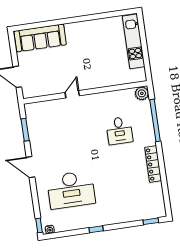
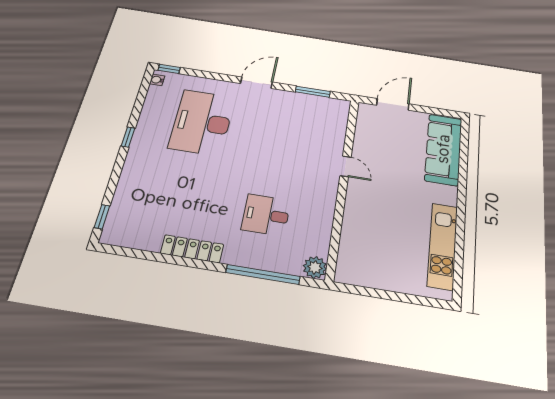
kitchen unit: (134, 41) -> (443, 246), moved, turned -90

